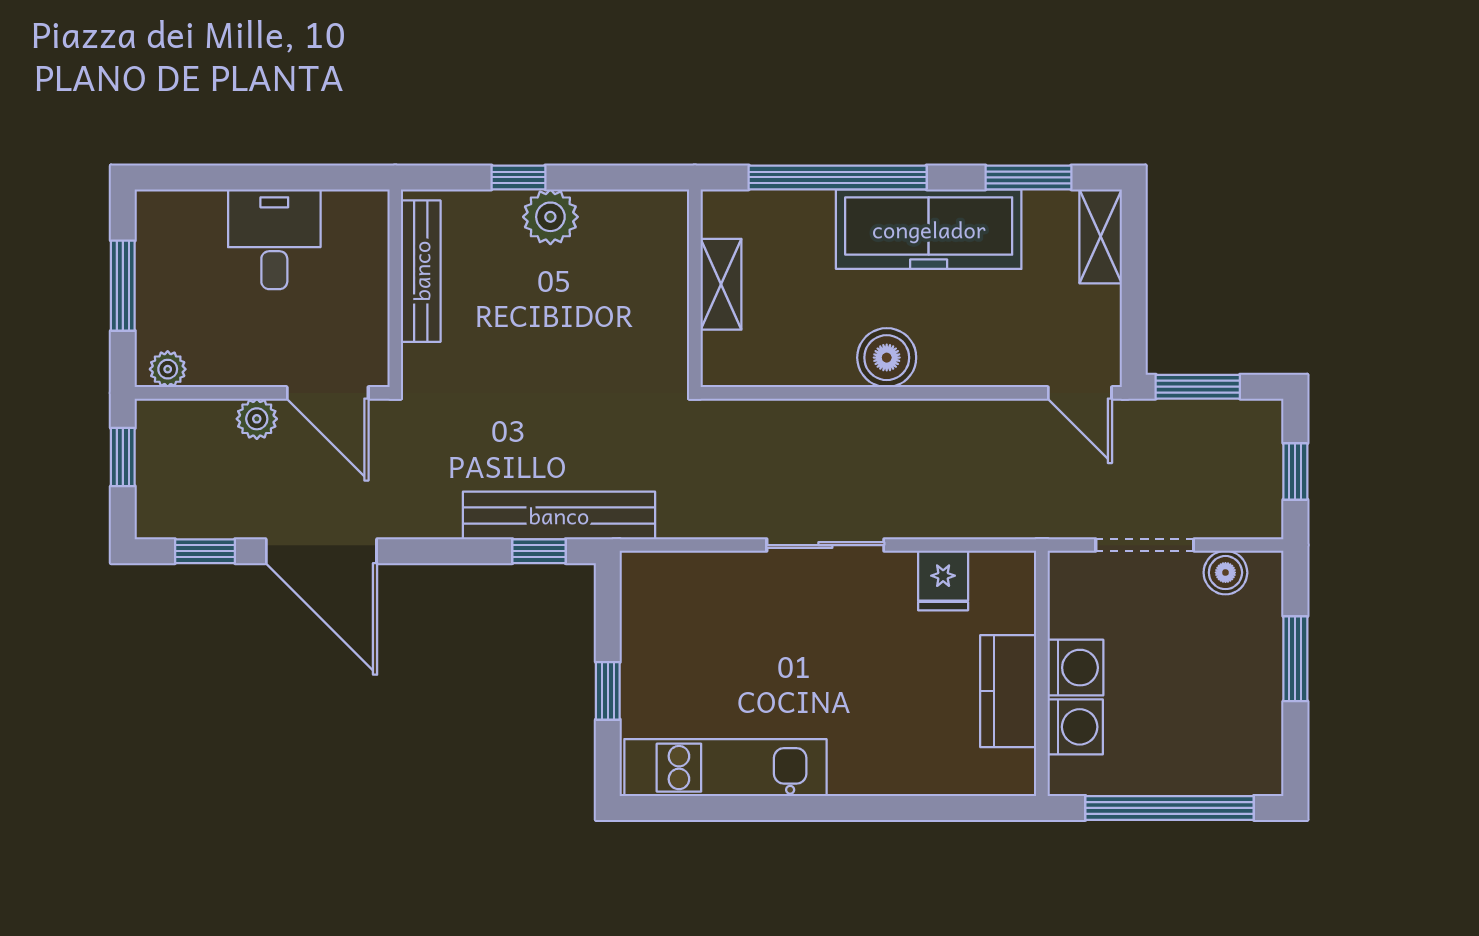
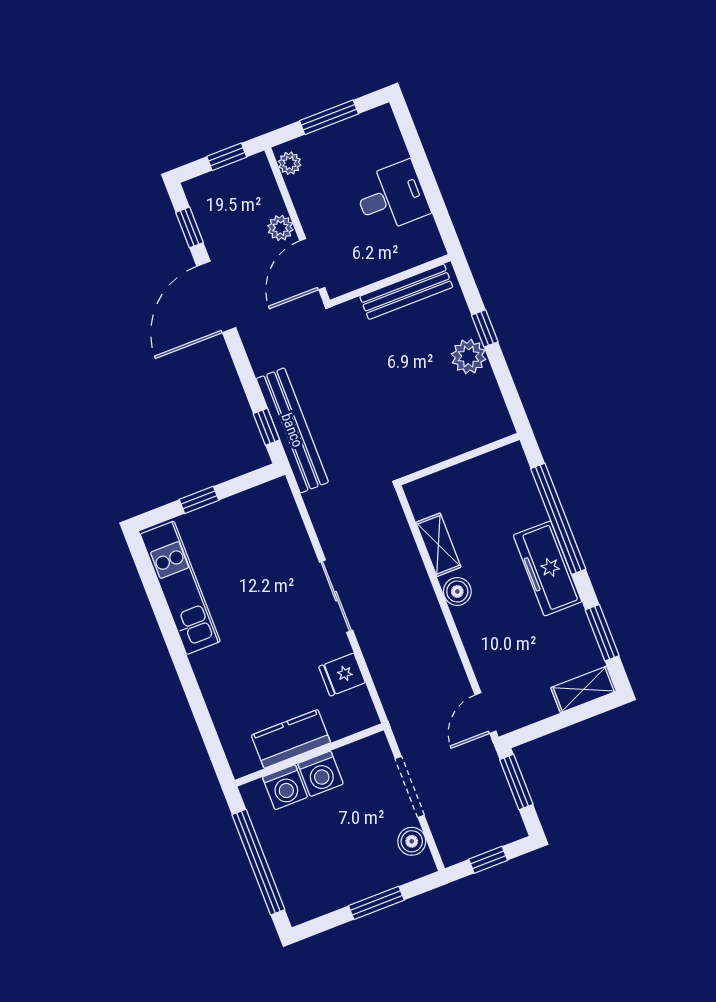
freezer: (929, 229) -> (548, 568), width x0.73, depth x0.79
shelving: (721, 284) -> (438, 545), moved, turned 90
boiler: (887, 358) -> (457, 591), width x0.73, depth x0.73

